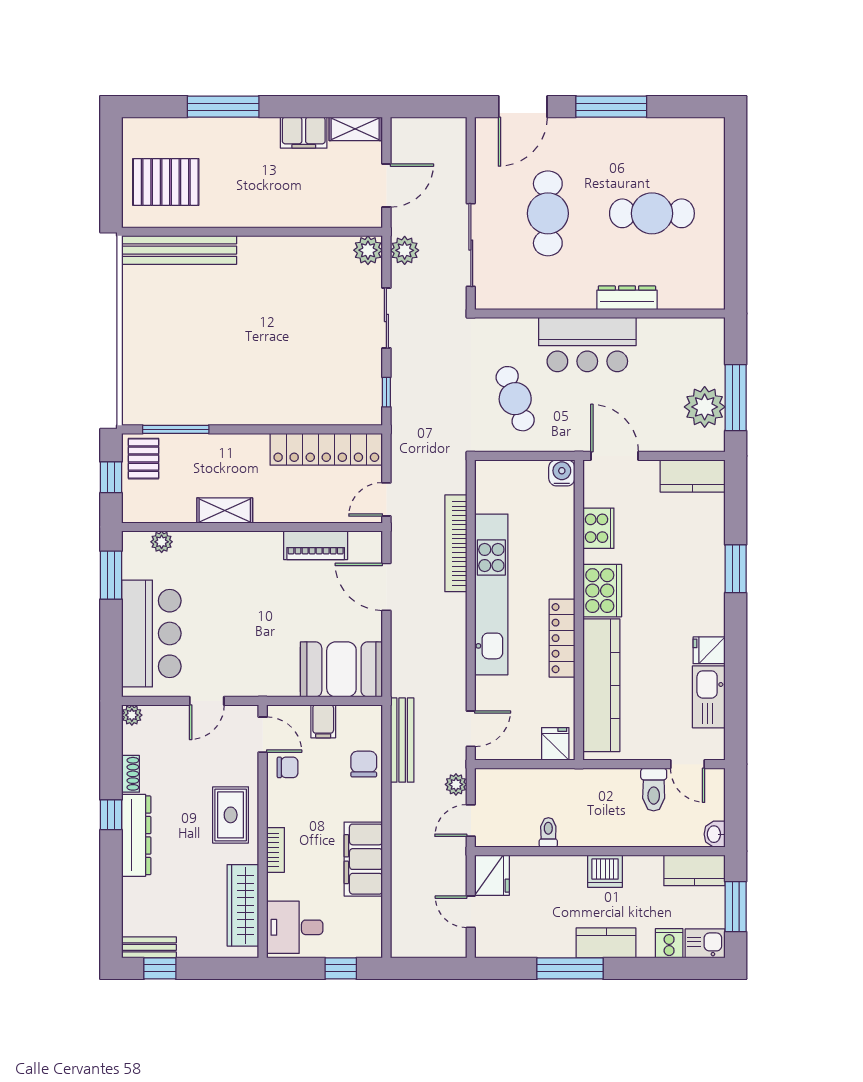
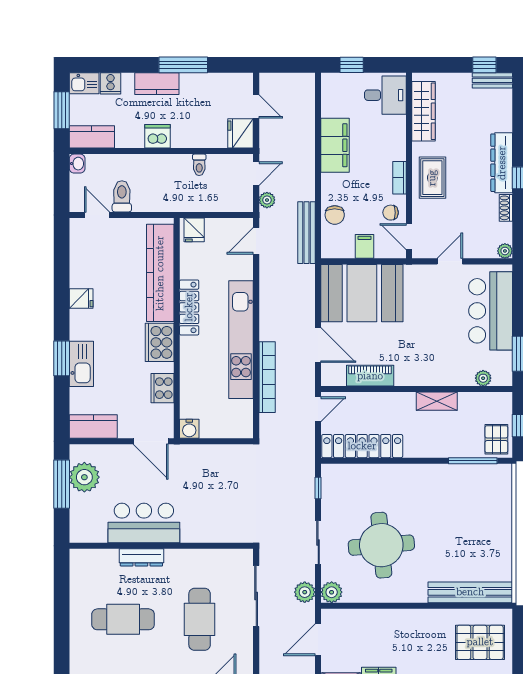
round table: (300, 314) -> (381, 545), added
bar counter: (587, 345) -> (144, 523), moved
cafe table: (515, 399) -> (224, 483), removed
booth: (341, 669) -> (362, 293), width x1.36, depth x1.42
kitchen sink: (709, 697) -> (81, 364), moved
bookcase: (275, 850) -> (399, 178), moved

